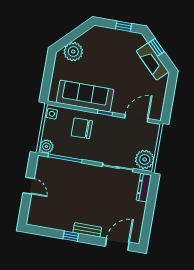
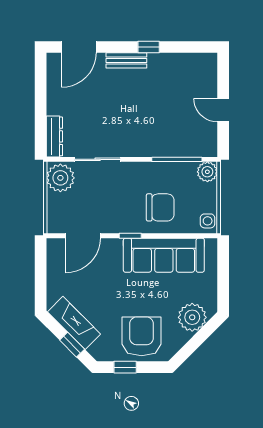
armchair: (109, 45) -> (142, 336), added

